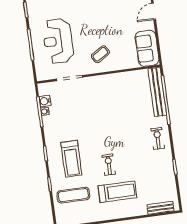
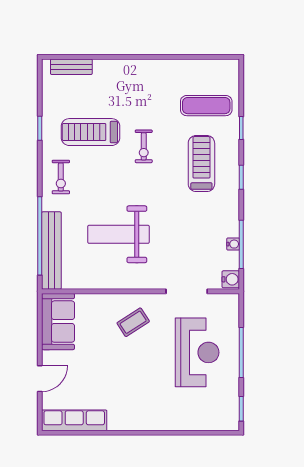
water cooler: (45, 101) -> (231, 279), moved
weight bench: (117, 108) -> (119, 234), added
treadmill: (117, 192) -> (91, 132), moved

